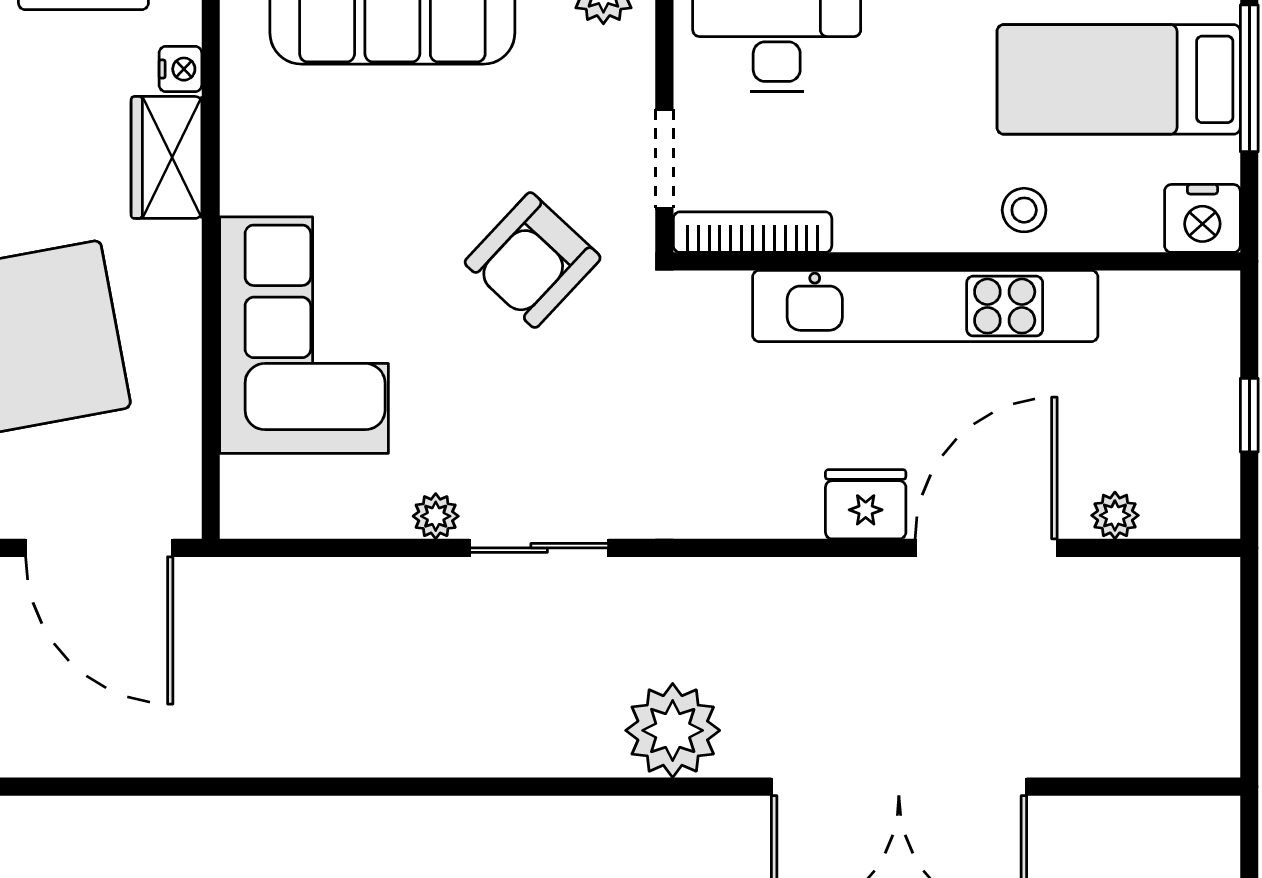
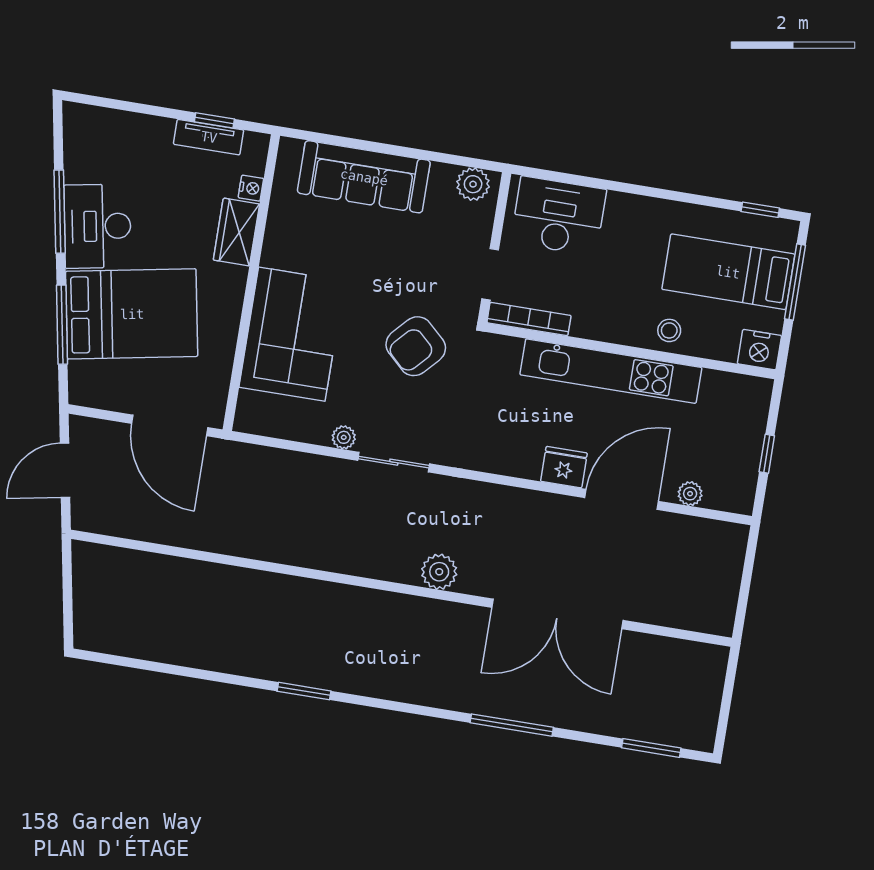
armchair: (533, 260) -> (416, 346), moved
plant: (673, 730) -> (439, 572), width x0.73, depth x0.73

